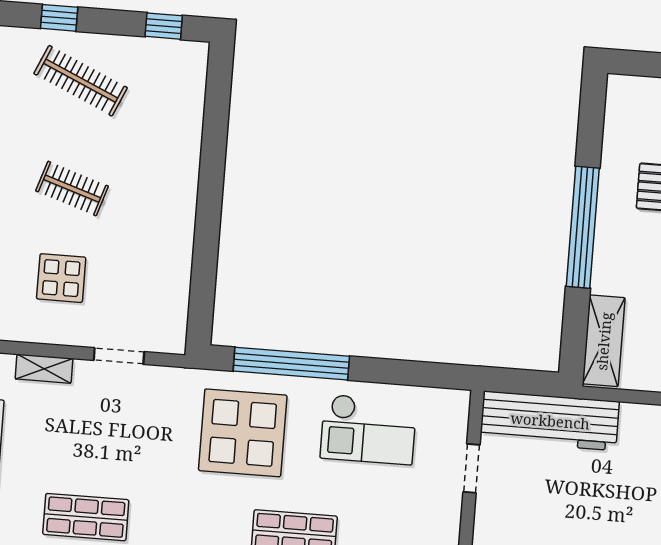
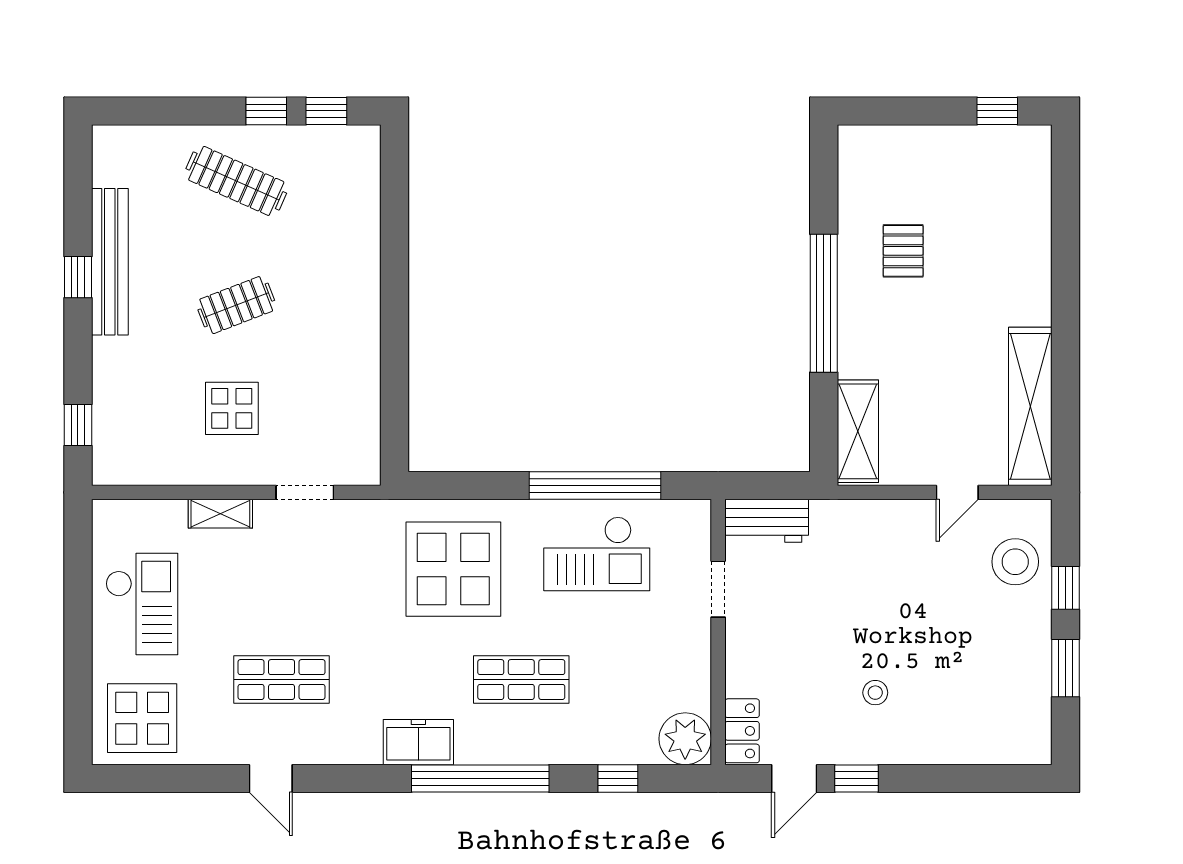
window: (59, 18) -> (266, 111), moved
clothes rail: (72, 189) -> (236, 305), turned -39
window: (291, 364) -> (595, 486), moved
workbench: (550, 421) -> (767, 521), width x0.53, depth x0.76

